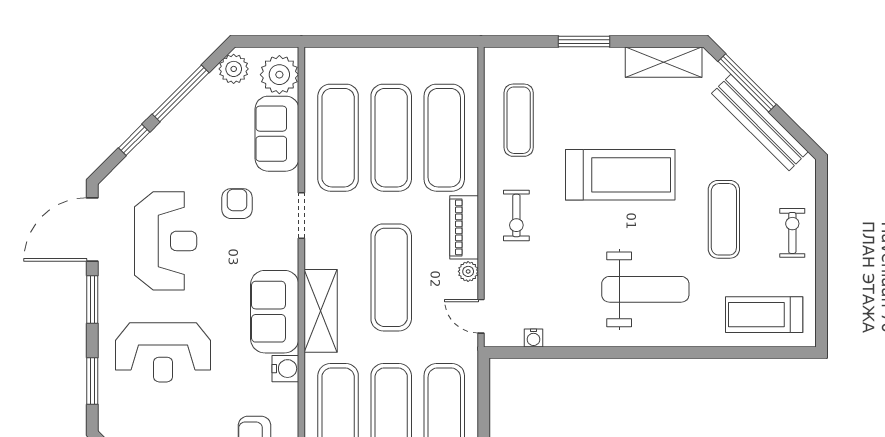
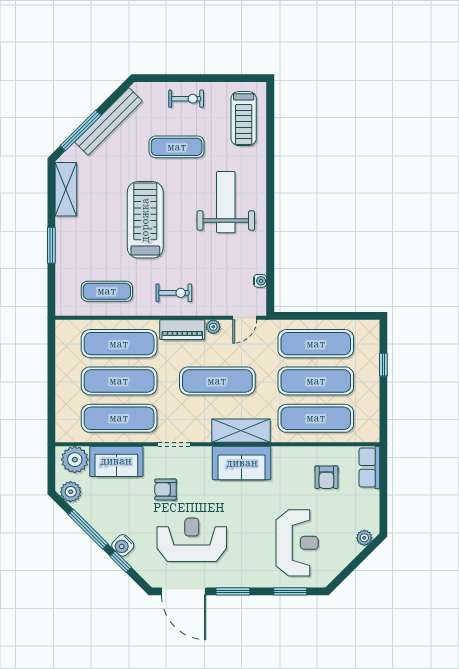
exercise bike: (792, 233) -> (186, 99), turned 180
reception desk: (163, 352) -> (297, 543), moved
water cooler: (285, 369) -> (123, 545), moved, turned -135

